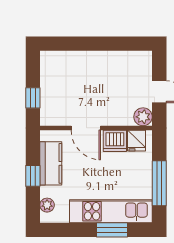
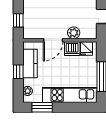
plant: (143, 117) -> (74, 33), moved
door: (86, 128) -> (53, 40), hinge flipped
window: (112, 230) -> (42, 107), moved

